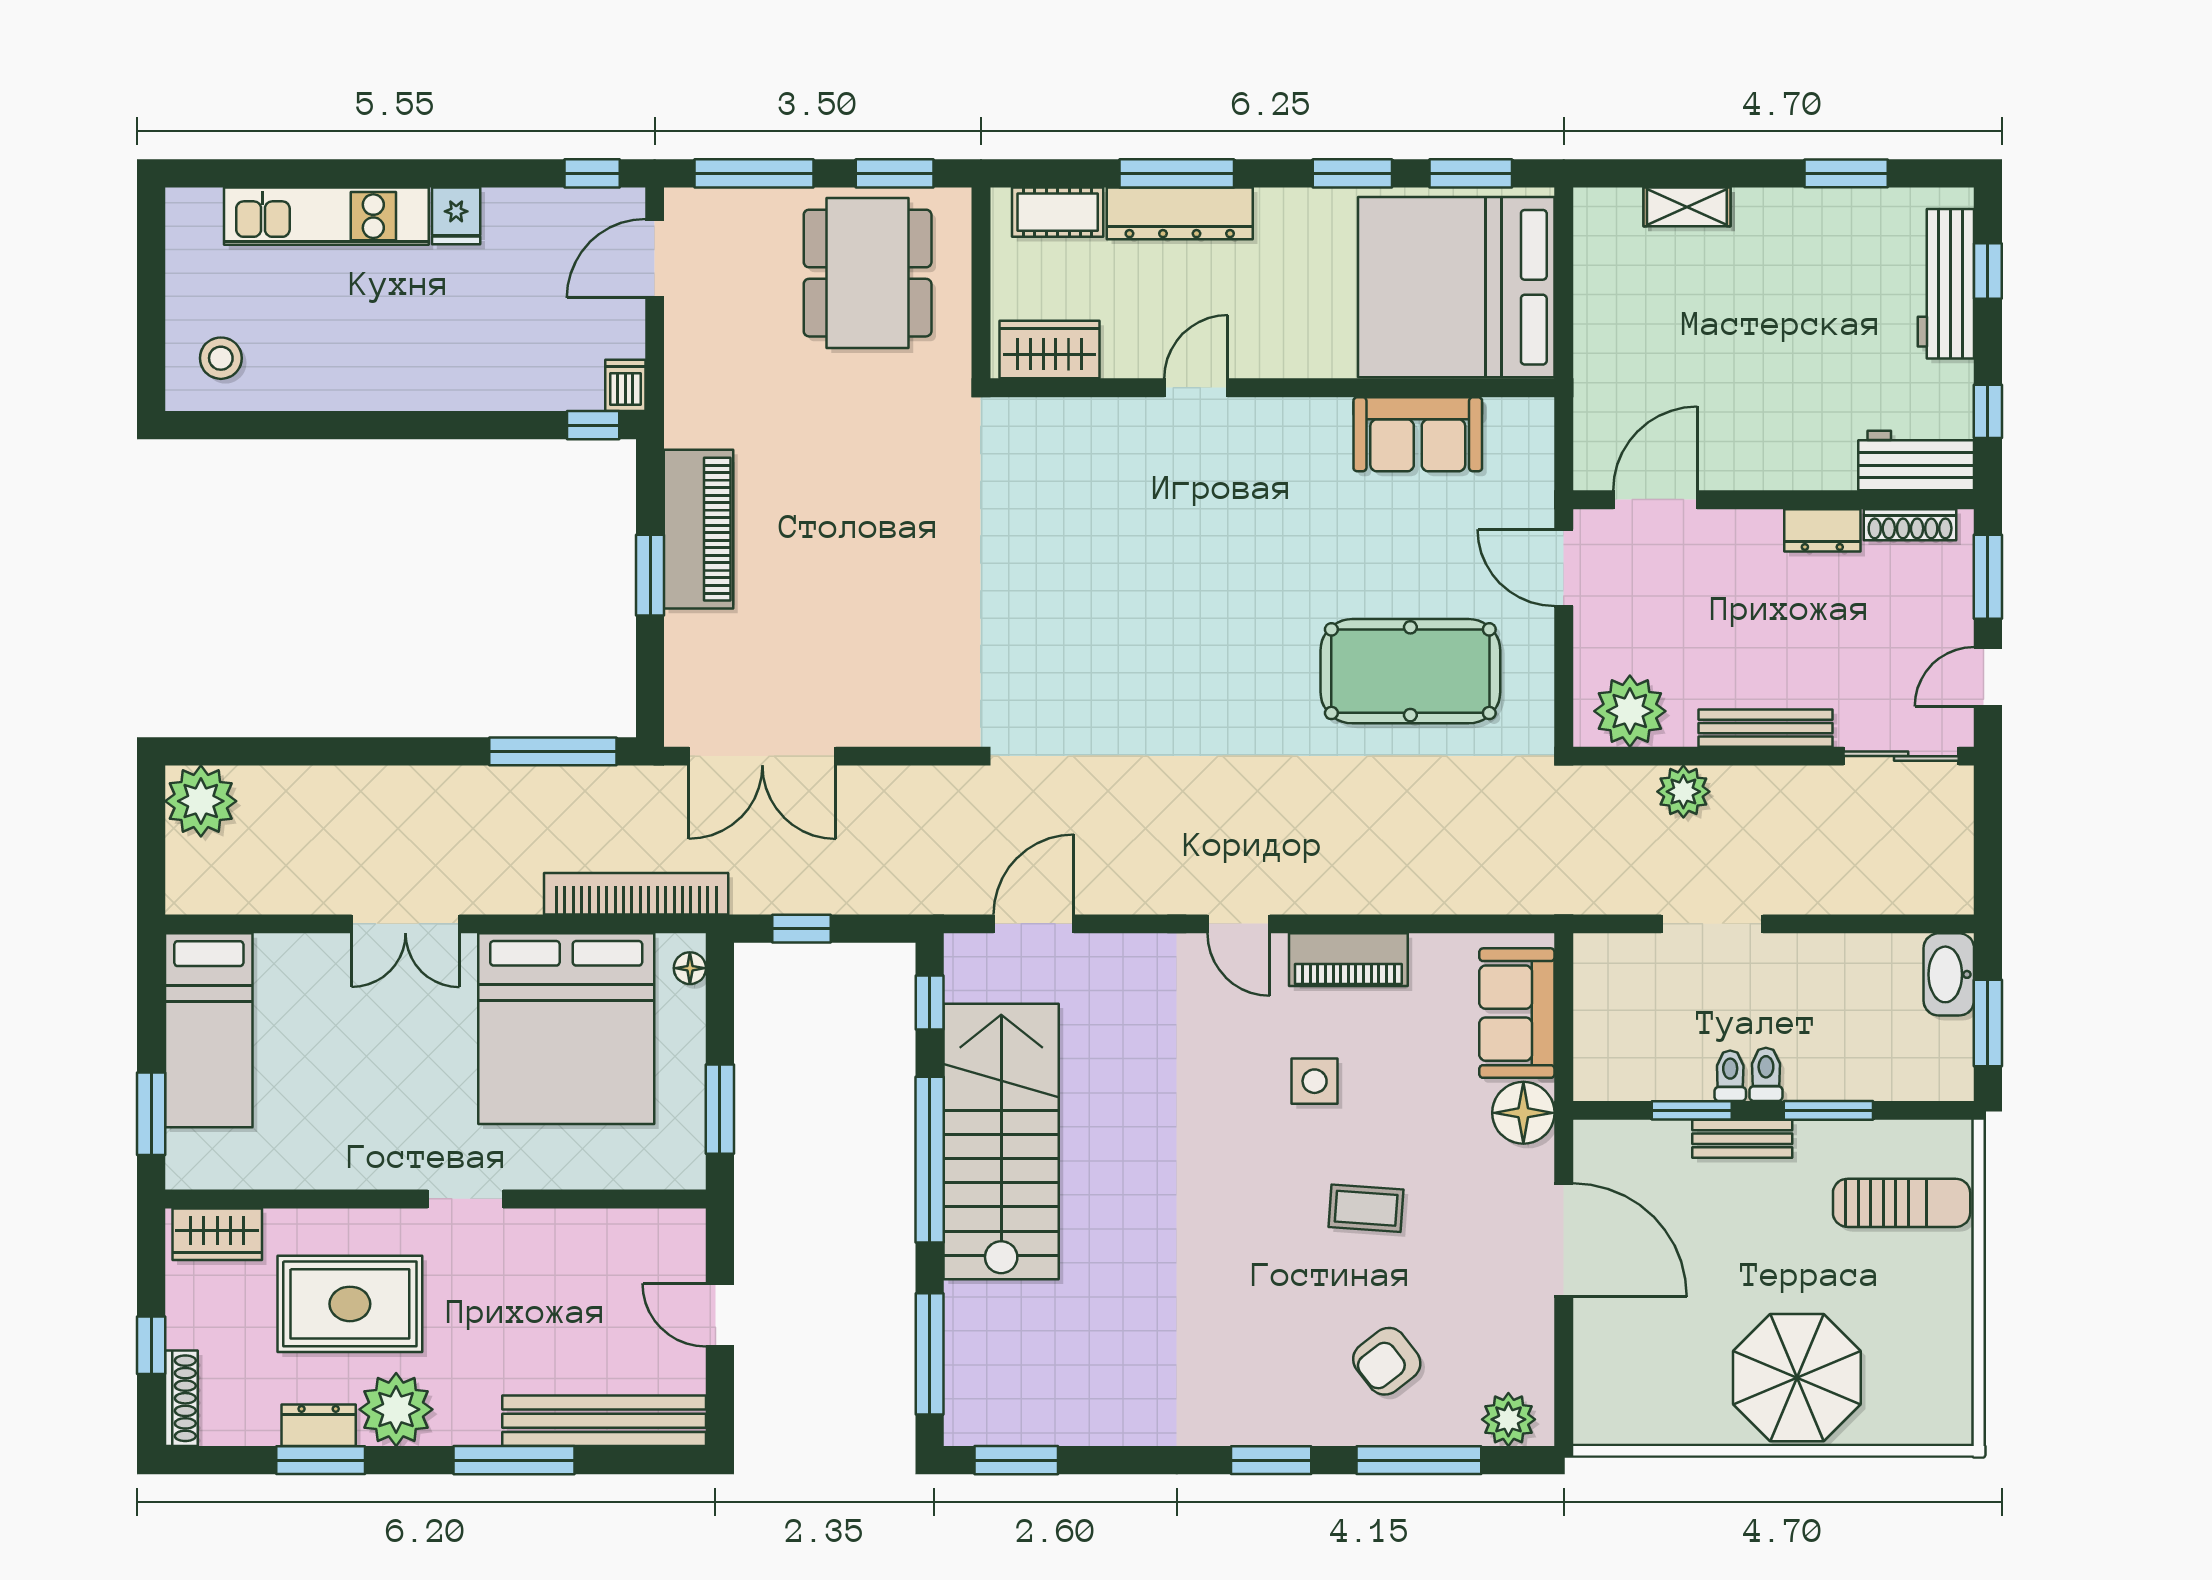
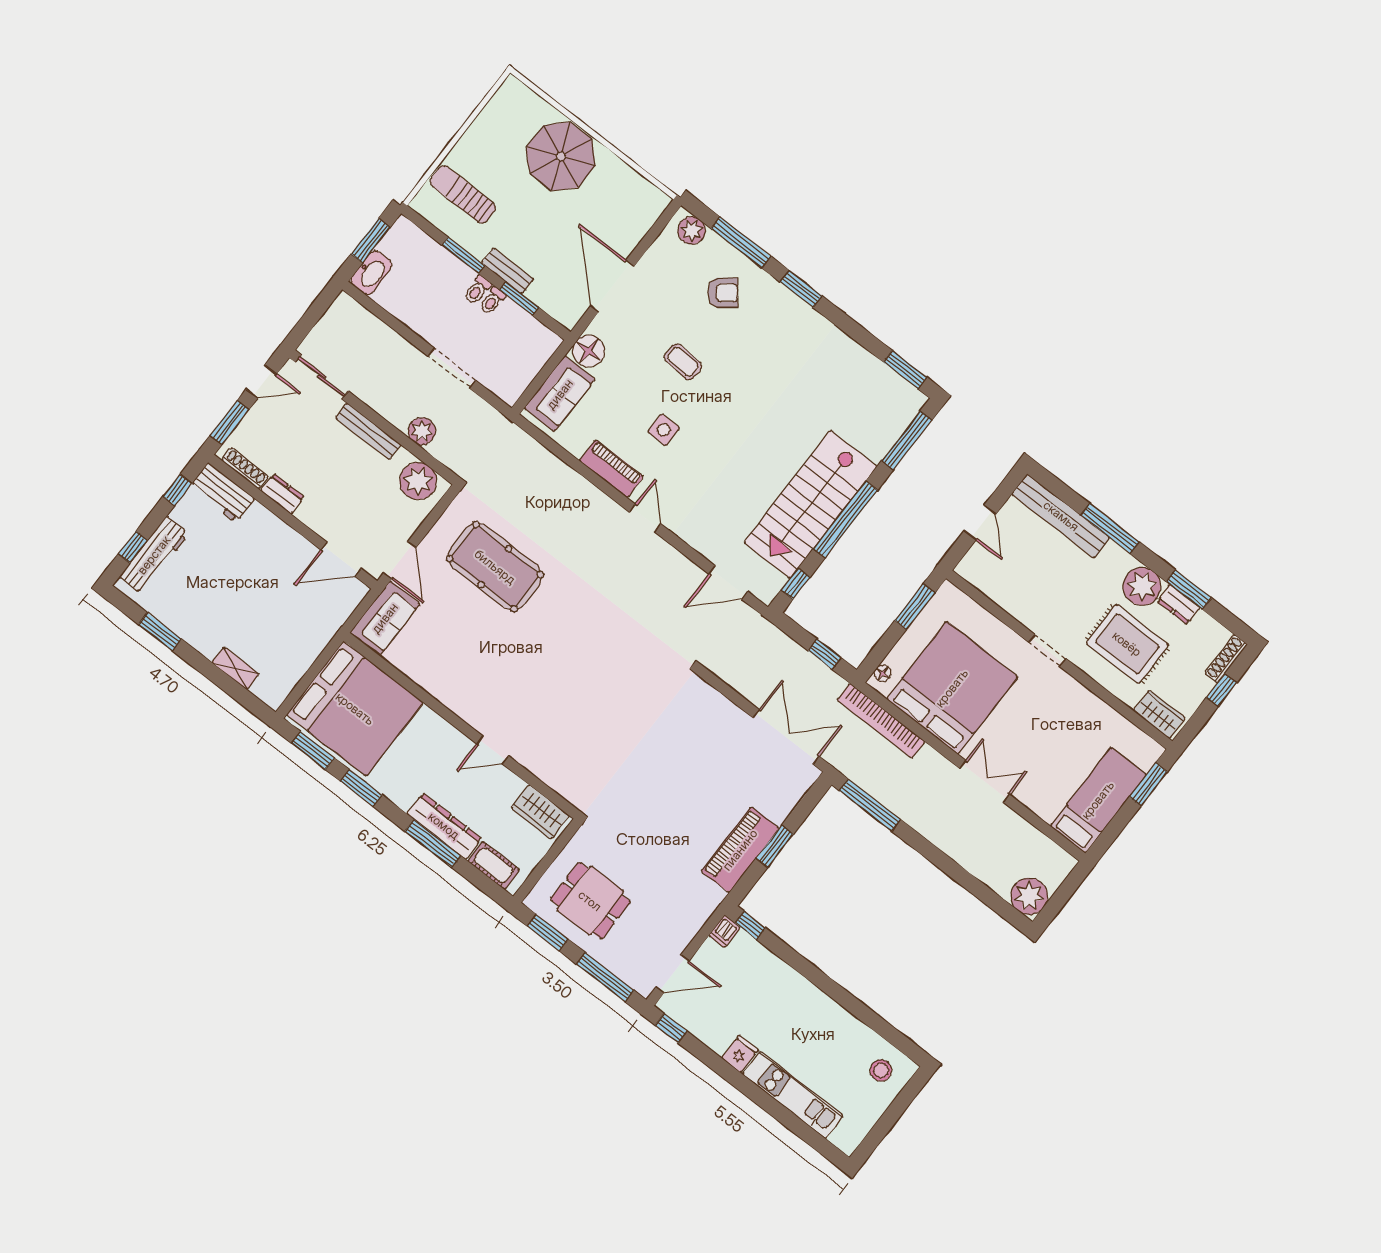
dining table: (868, 273) -> (590, 901), width x0.73
sofa: (1418, 434) -> (385, 618), moved, turned 90

